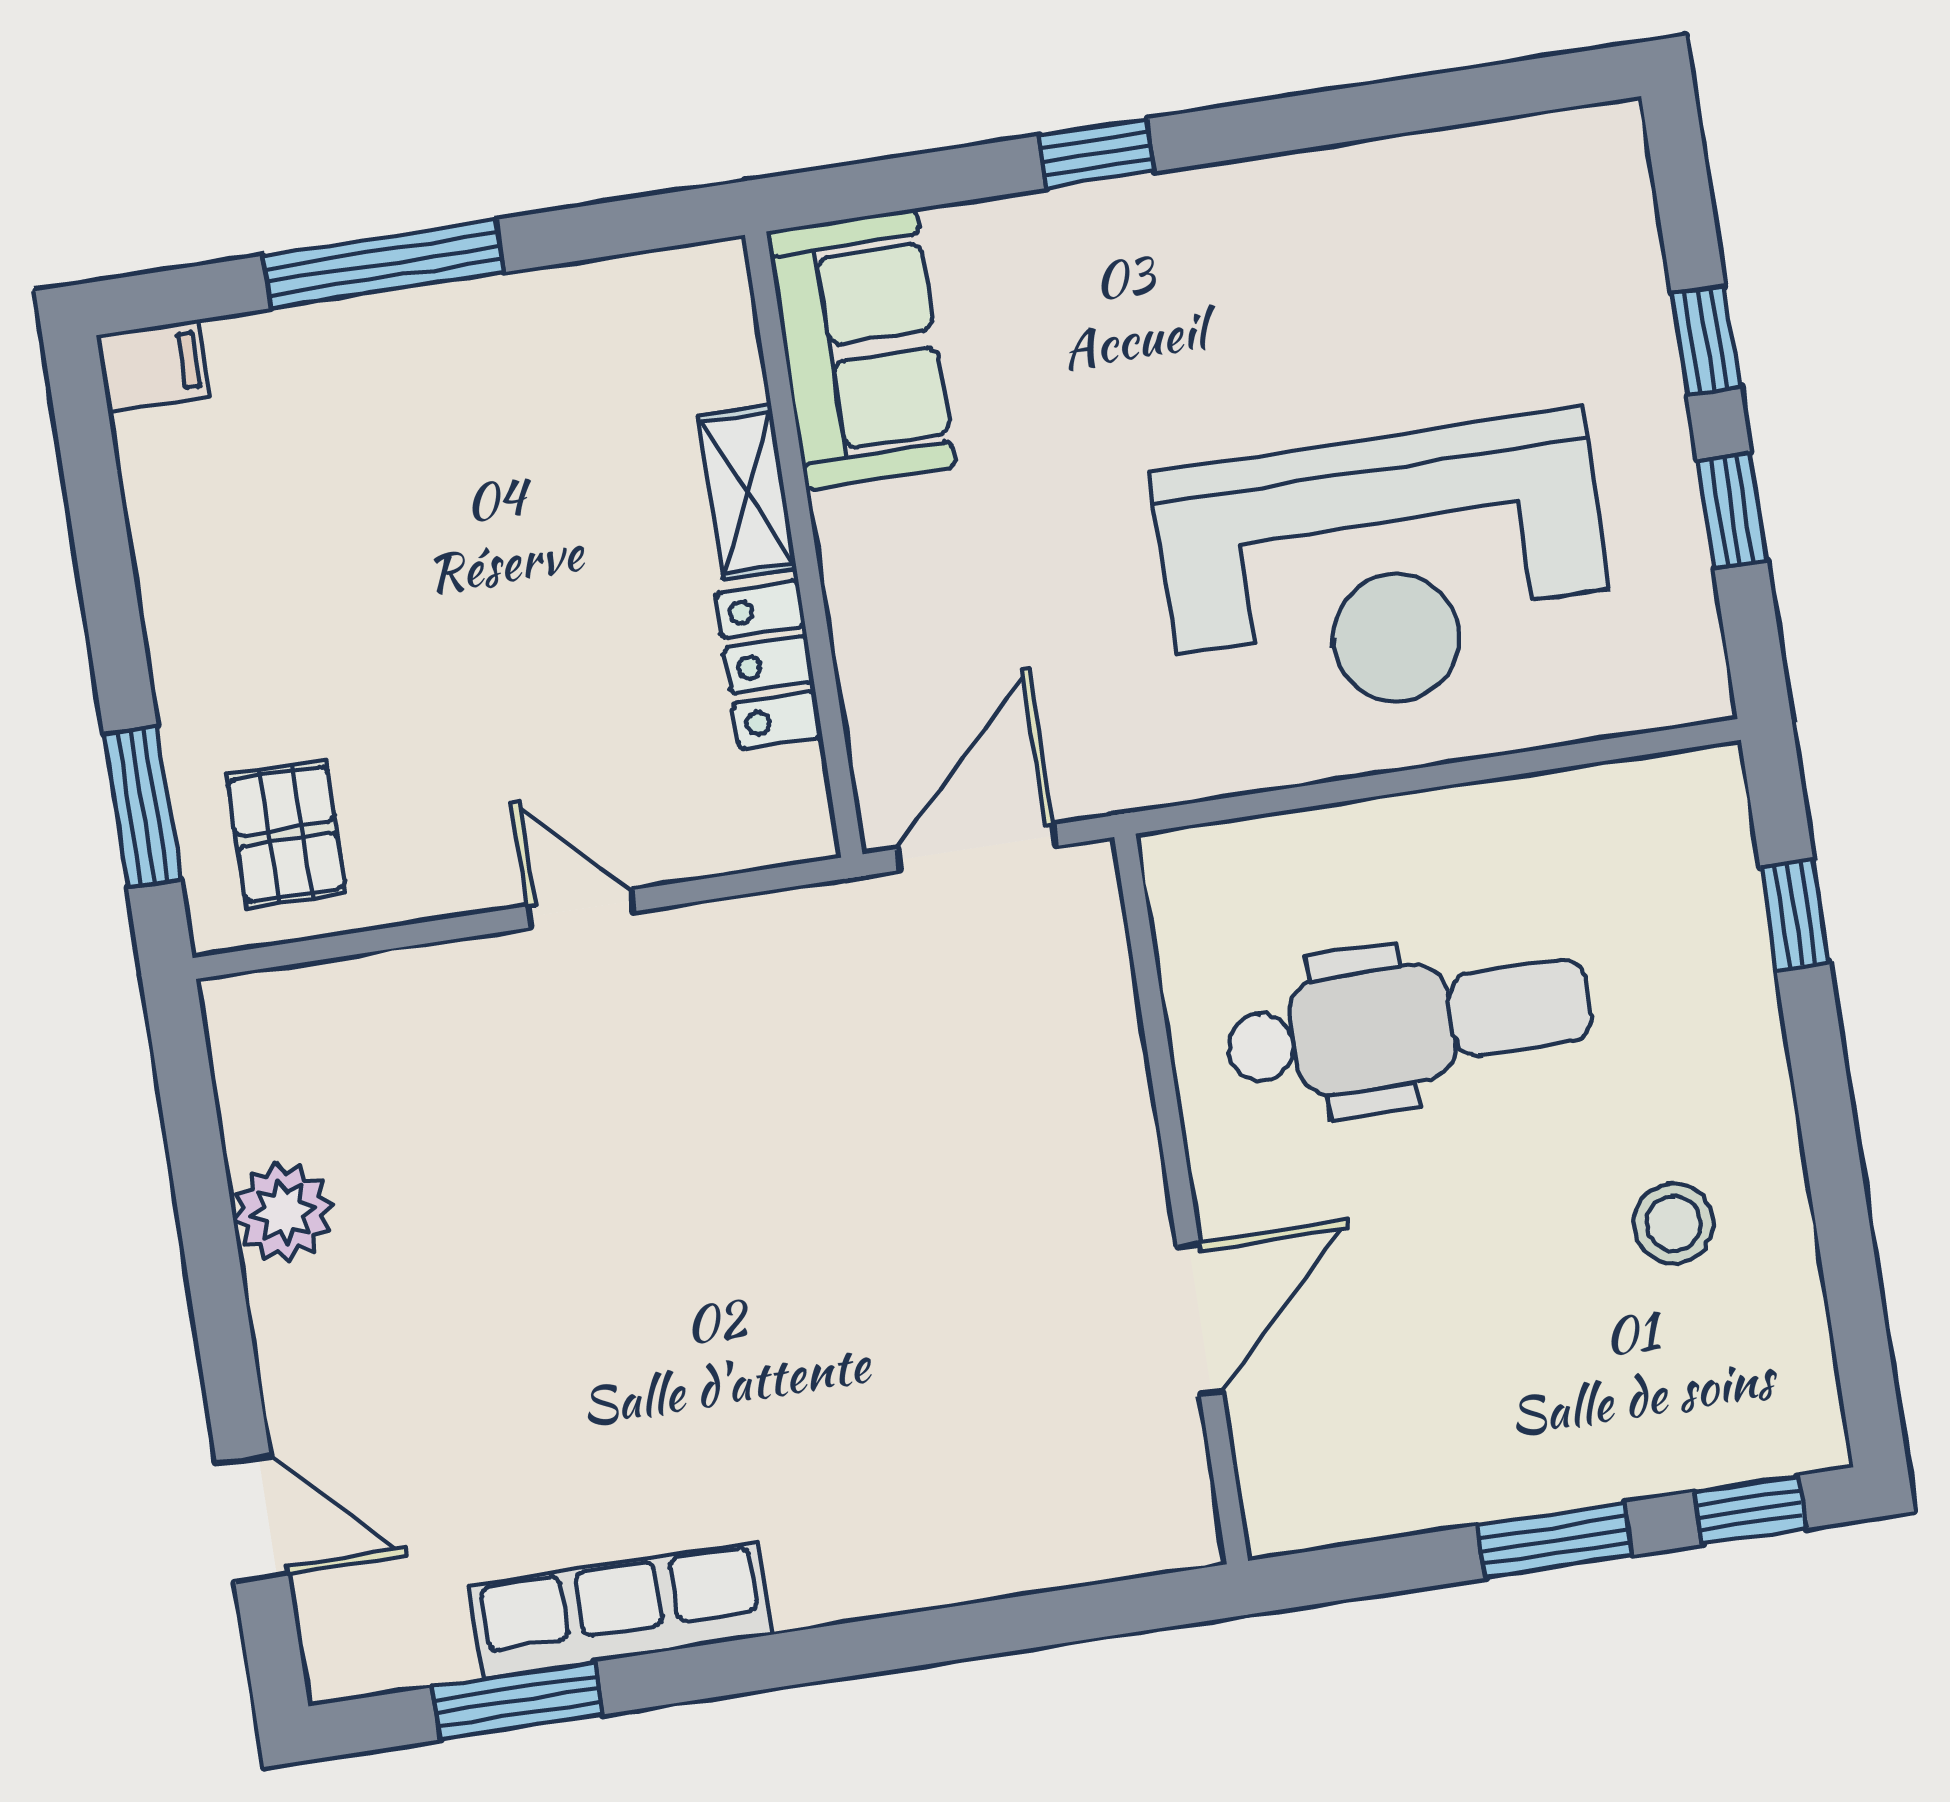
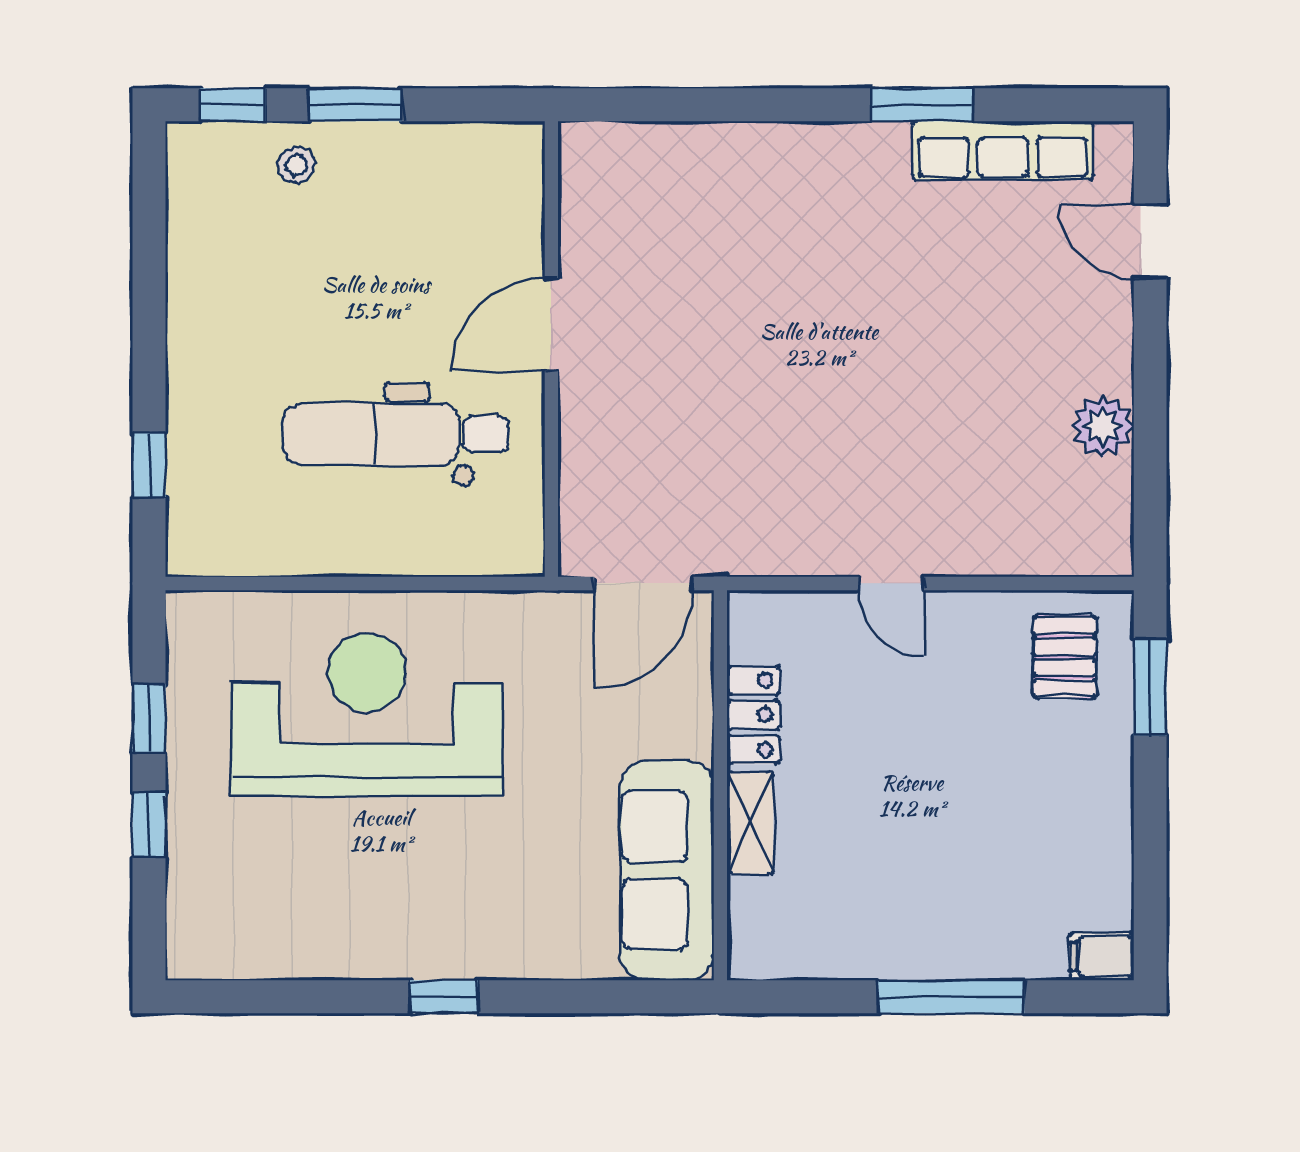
window: (1097, 154) -> (444, 997), moved
sofa: (861, 349) -> (667, 870), width x1.36
stool: (1673, 1224) -> (296, 165), moved, width x0.73, depth x0.73
door: (1200, 1319) -> (551, 324), moved
row of seats: (621, 1610) -> (1003, 150), moved
window: (518, 1701) -> (922, 105), moved

